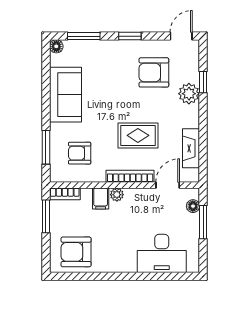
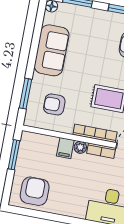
bookcase: (65, 194) -> (101, 151), moved
armchair: (76, 252) -> (35, 191), turned 90

